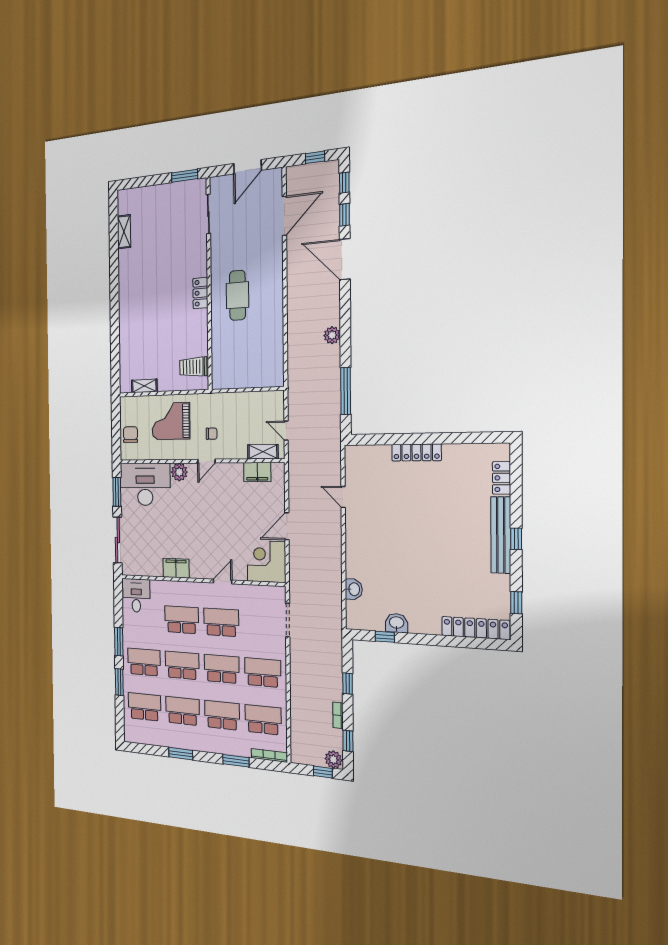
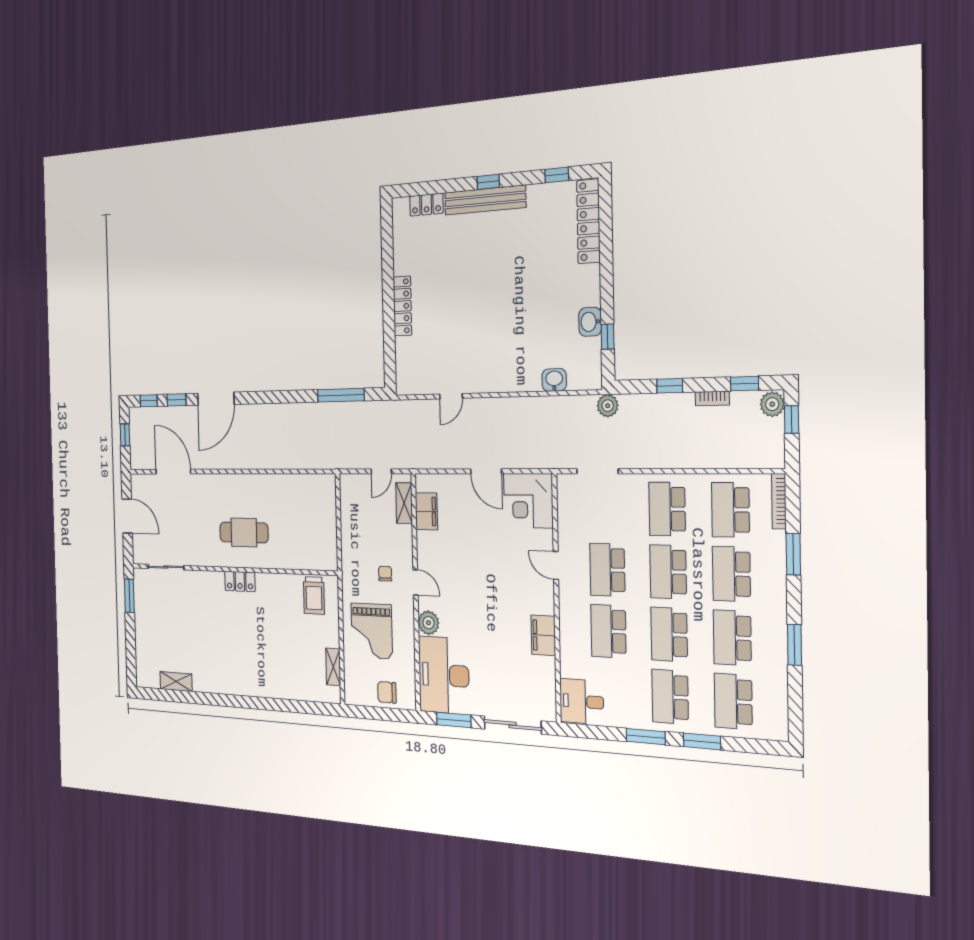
plant: (332, 335) -> (608, 406), moved

